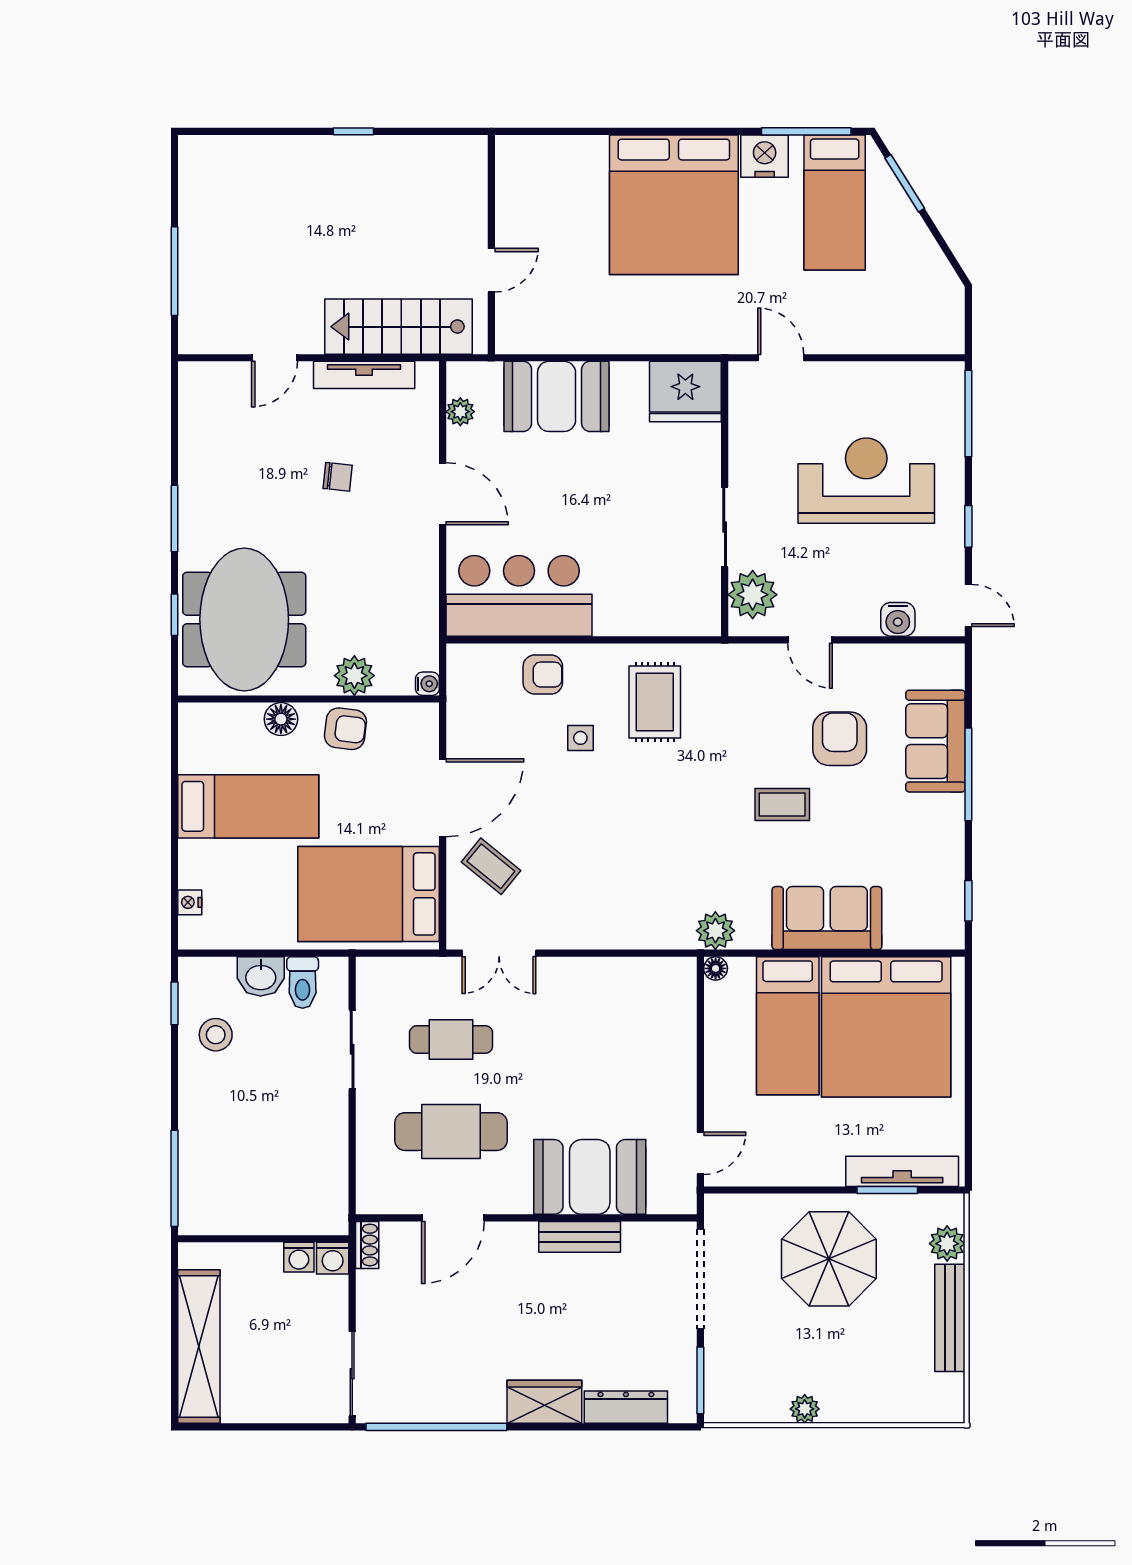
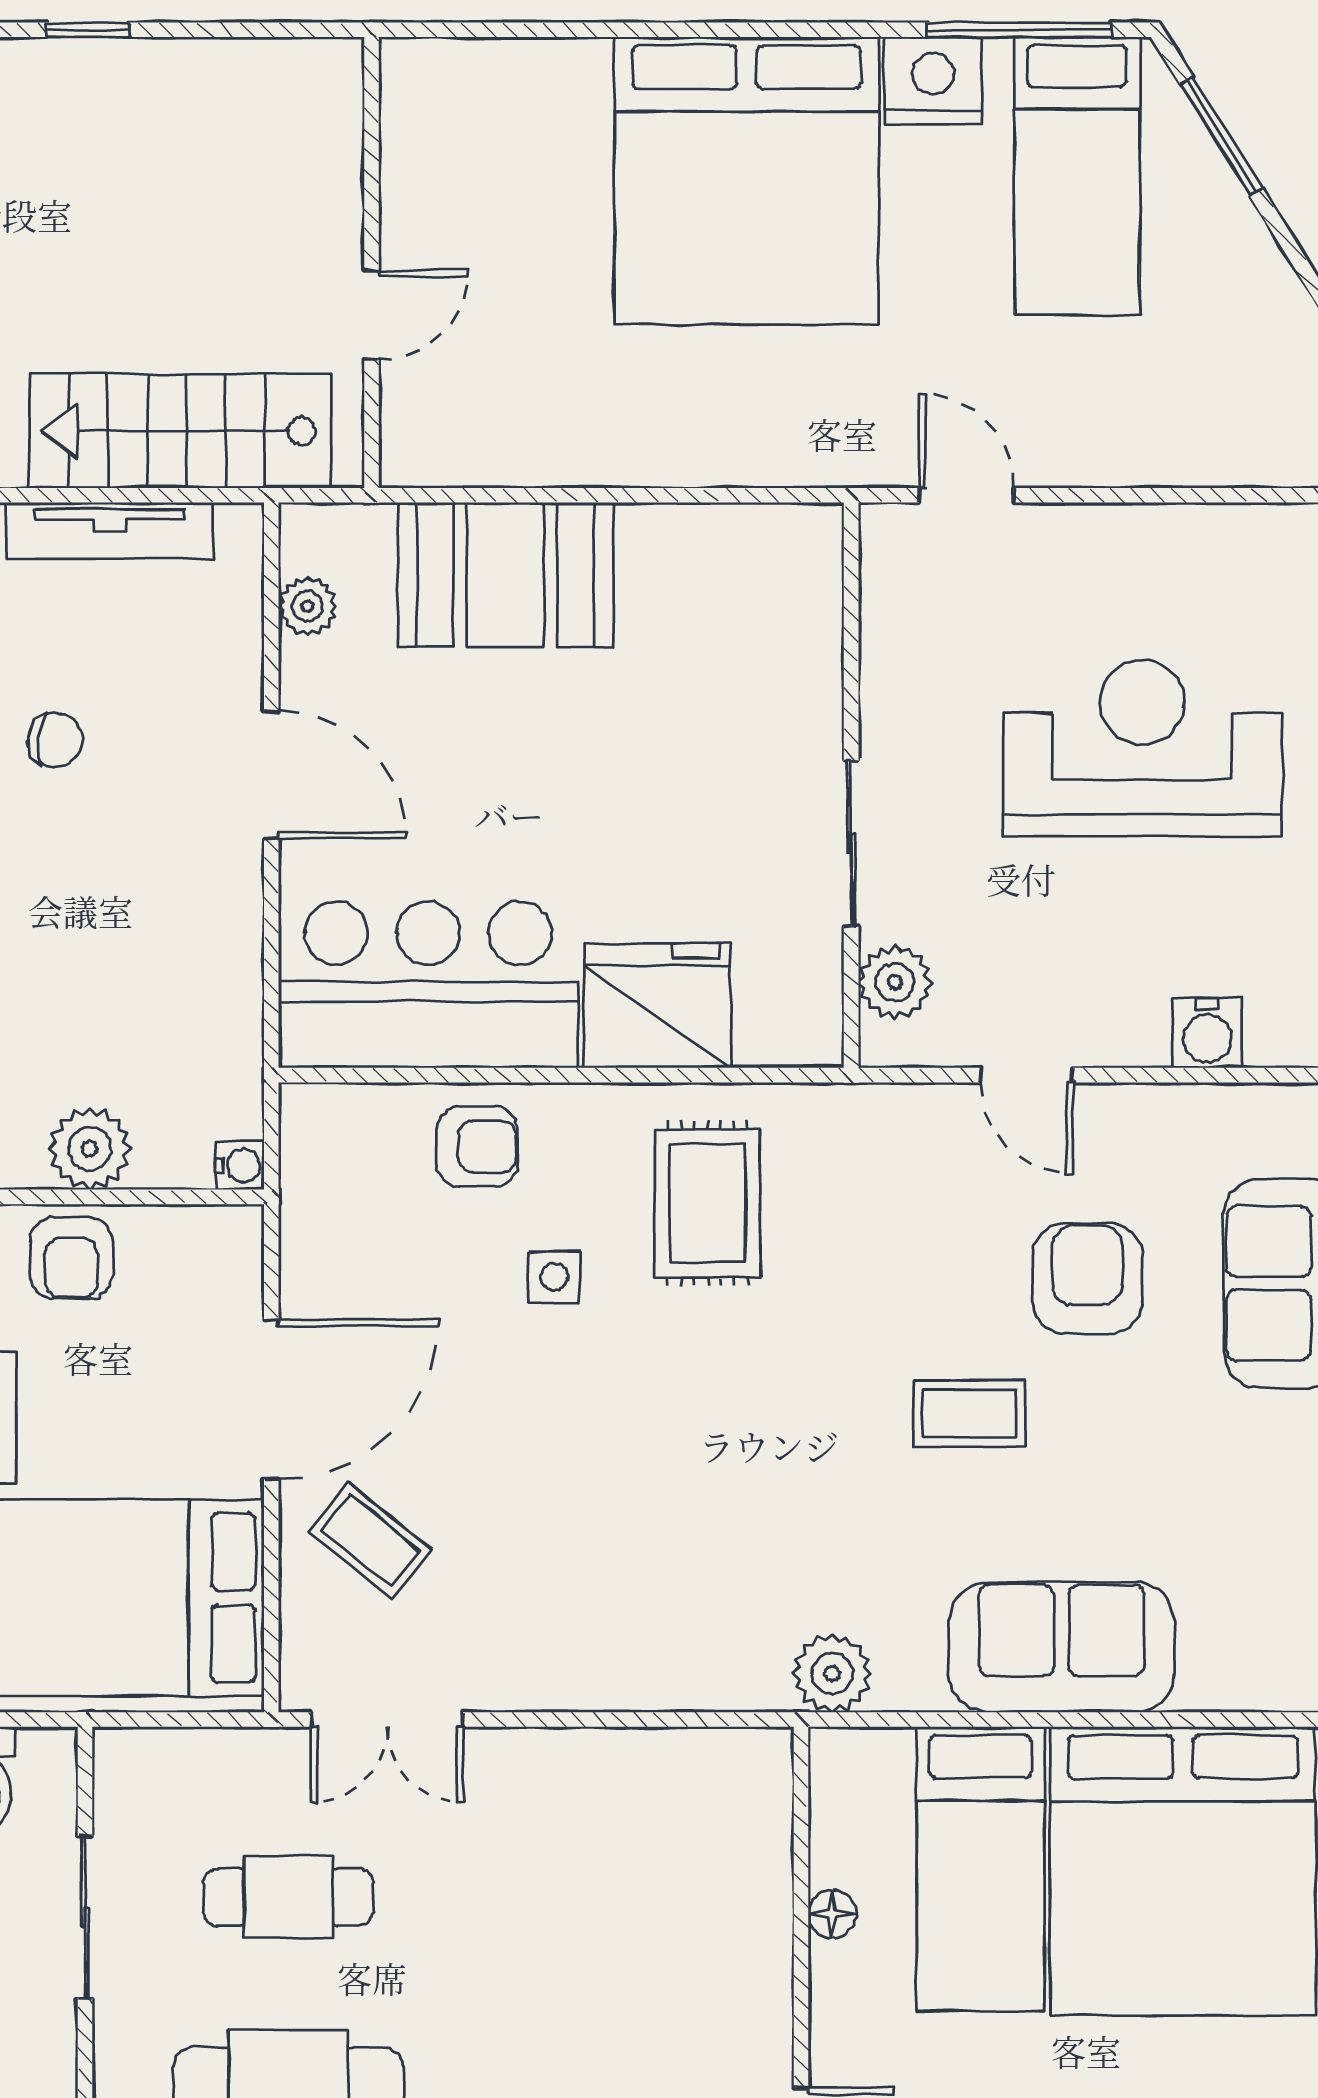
fridge: (685, 392) -> (657, 1006), moved, turned 180
plant: (753, 595) -> (895, 982), width x0.73, depth x0.73
armchair: (345, 729) -> (71, 1258), turned 83
floor lamp: (716, 968) -> (832, 1914), moved

